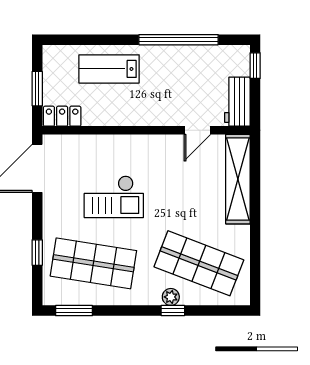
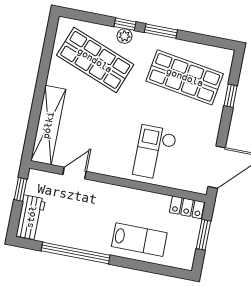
window: (255, 66) -> (20, 189), moved
workbench: (237, 102) -> (31, 217), moved
checkout: (114, 197) -> (155, 153), moved, turned -90
window: (74, 311) -> (161, 31), moved

